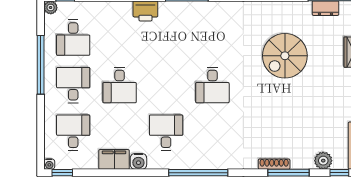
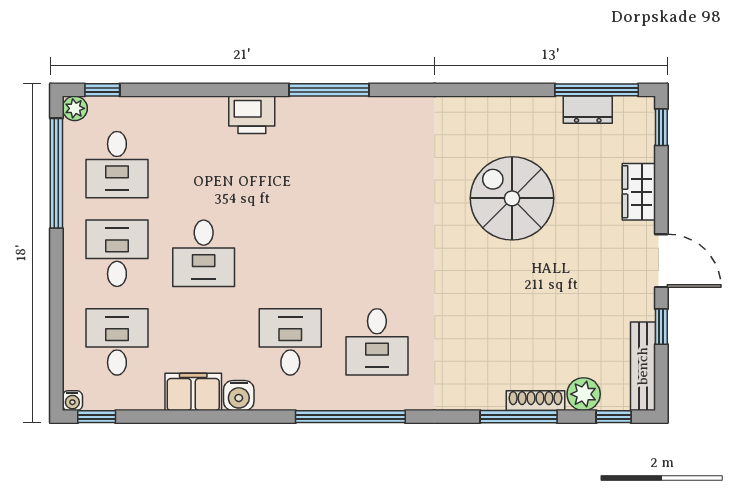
spiral stairs: (285, 56) -> (512, 198), turned 90
window: (41, 65) -> (56, 173), moved
desk: (212, 85) -> (377, 342), moved
shoe rack: (274, 164) -> (536, 401), moved

